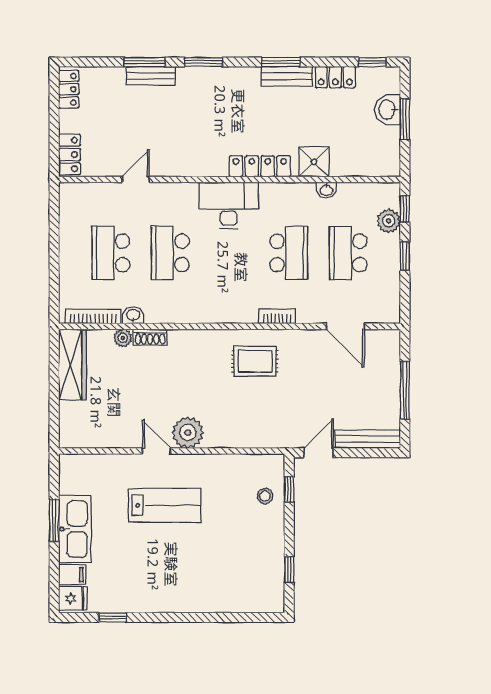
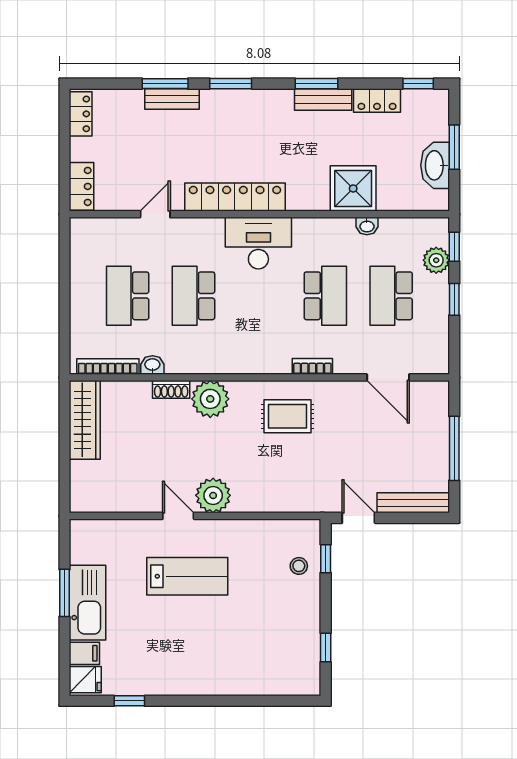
washbasin: (388, 110) -> (435, 165), moved, width x1.38
shower: (314, 162) -> (353, 188), width x1.36, depth x1.36
locker: (260, 166) -> (235, 197), moved, width x1.41, depth x1.21
plant: (123, 338) -> (210, 399), moved, width x1.88, depth x1.88
door: (319, 453) -> (358, 518), hinge flipped

